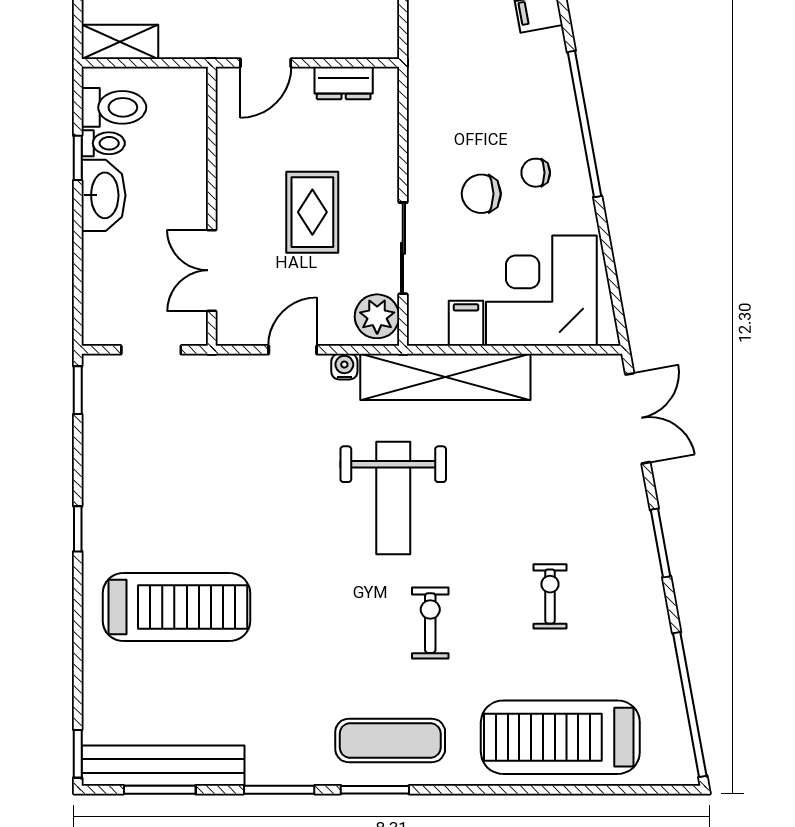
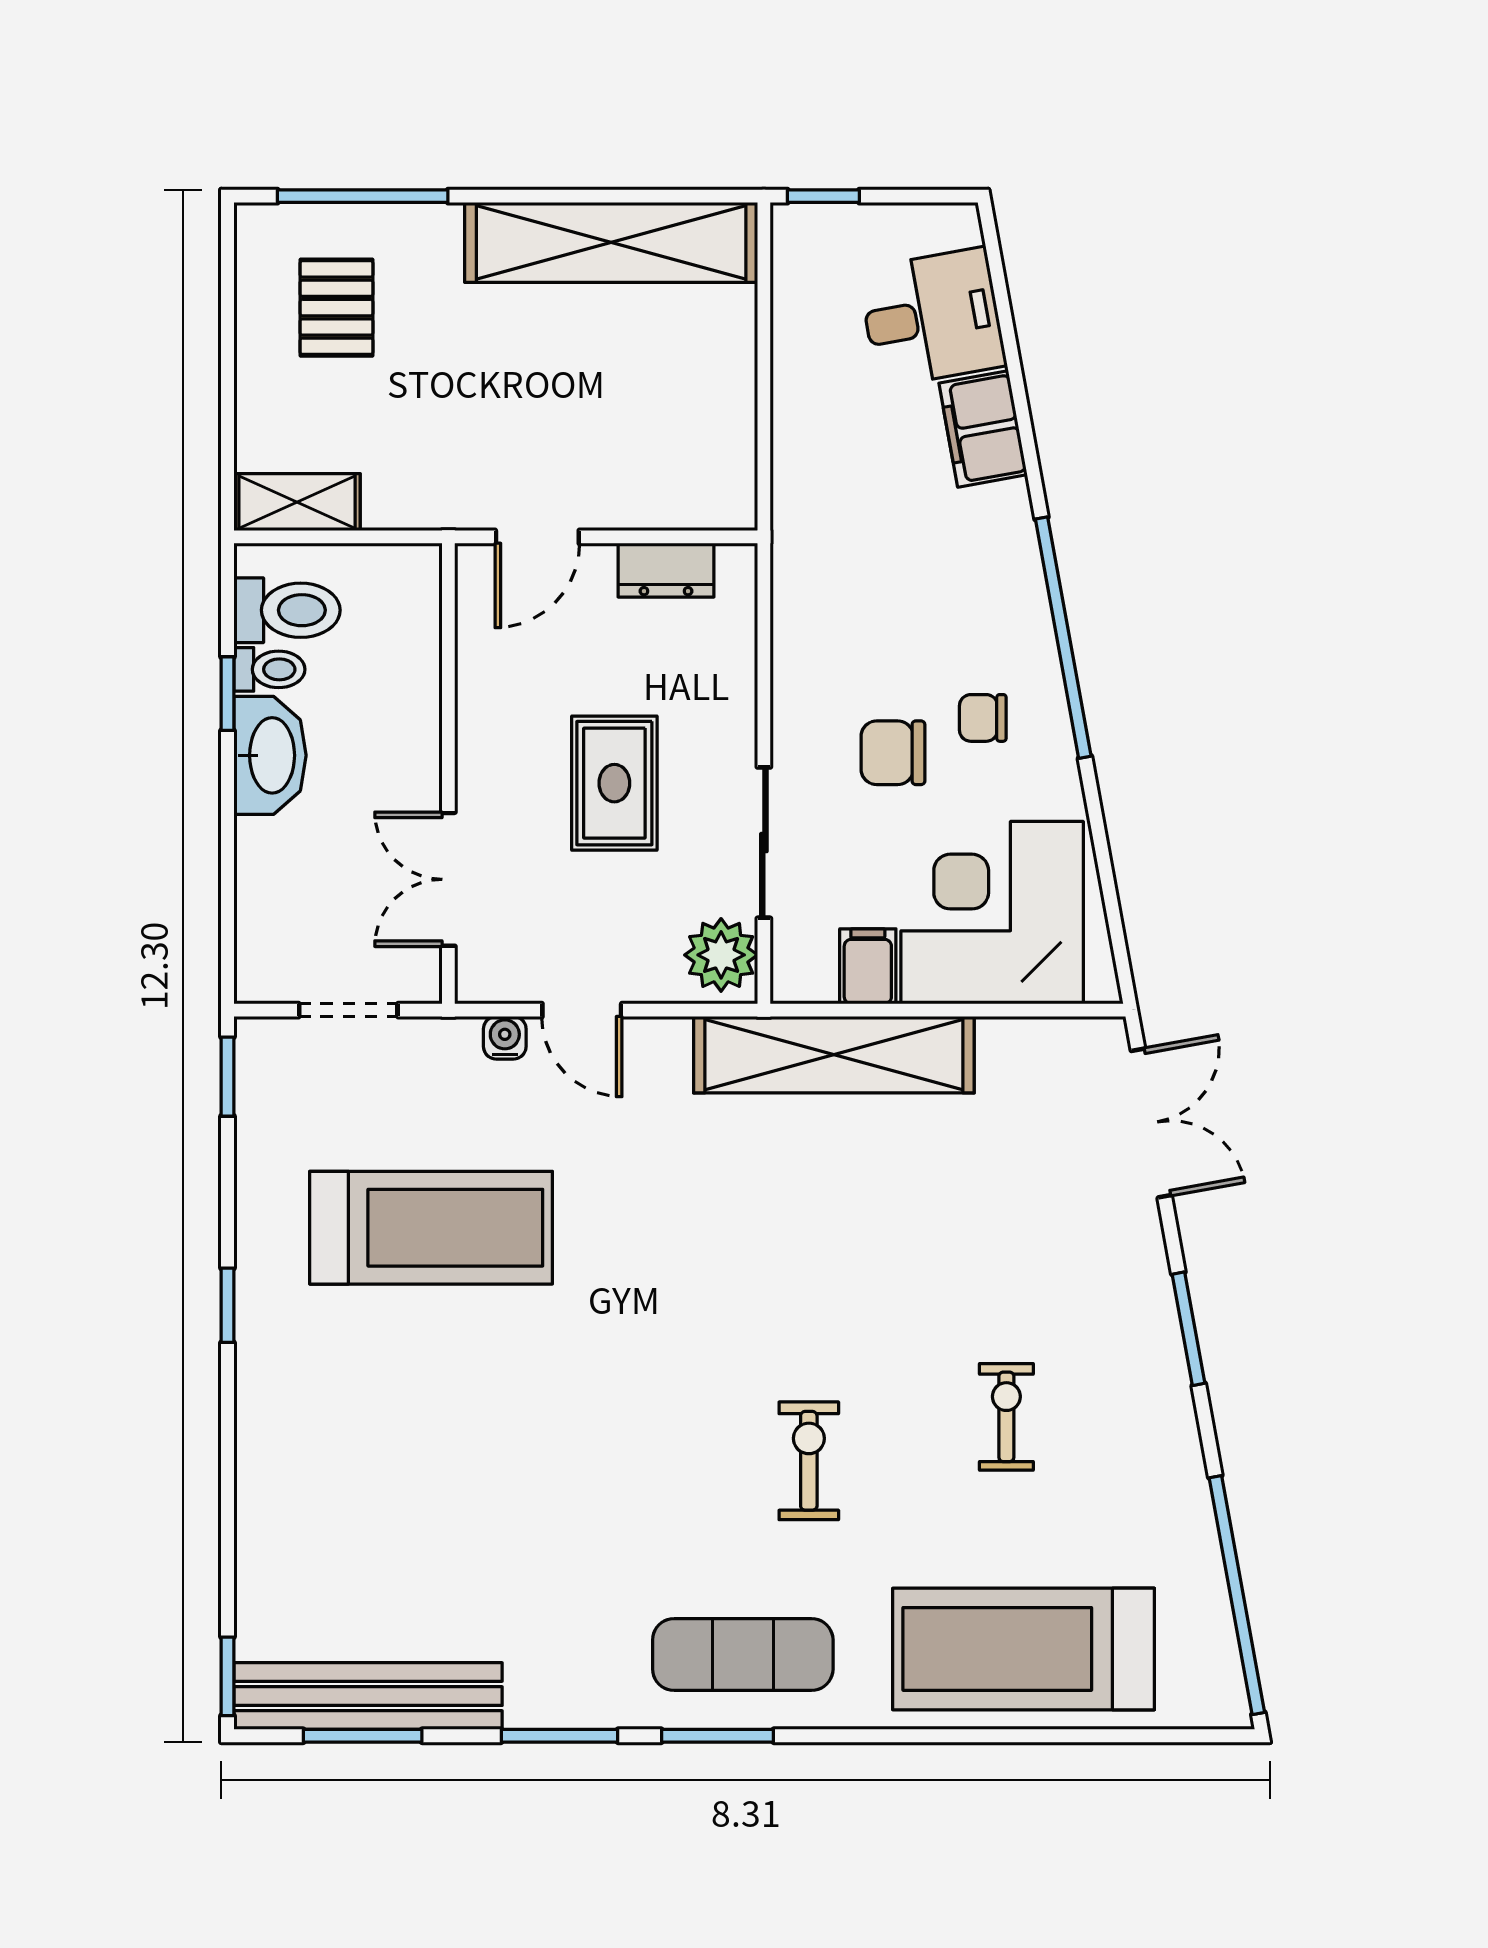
door: (293, 350) -> (582, 1010), swing flipped
water cooler: (344, 367) -> (505, 1038), moved
weight bench: (393, 498) -> (748, 1255), removed
treadmill: (176, 607) -> (431, 1228), moved

